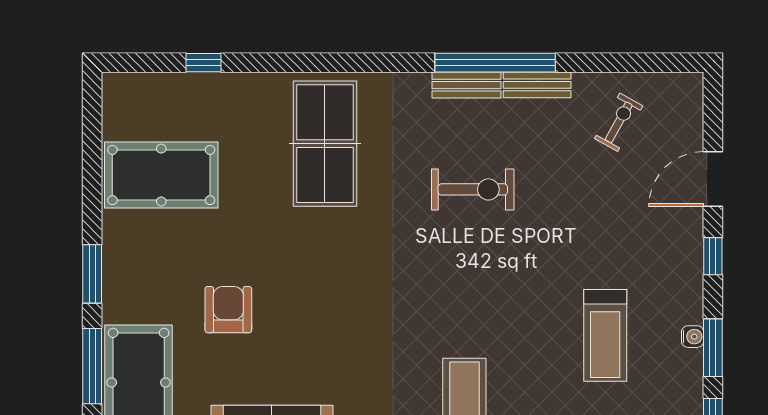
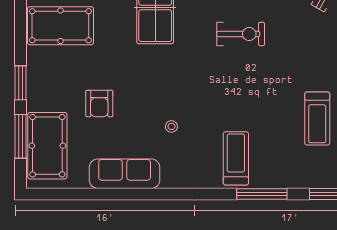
armchair: (228, 310) -> (99, 104), turned 180
stool: (353, 349) -> (171, 126), added

